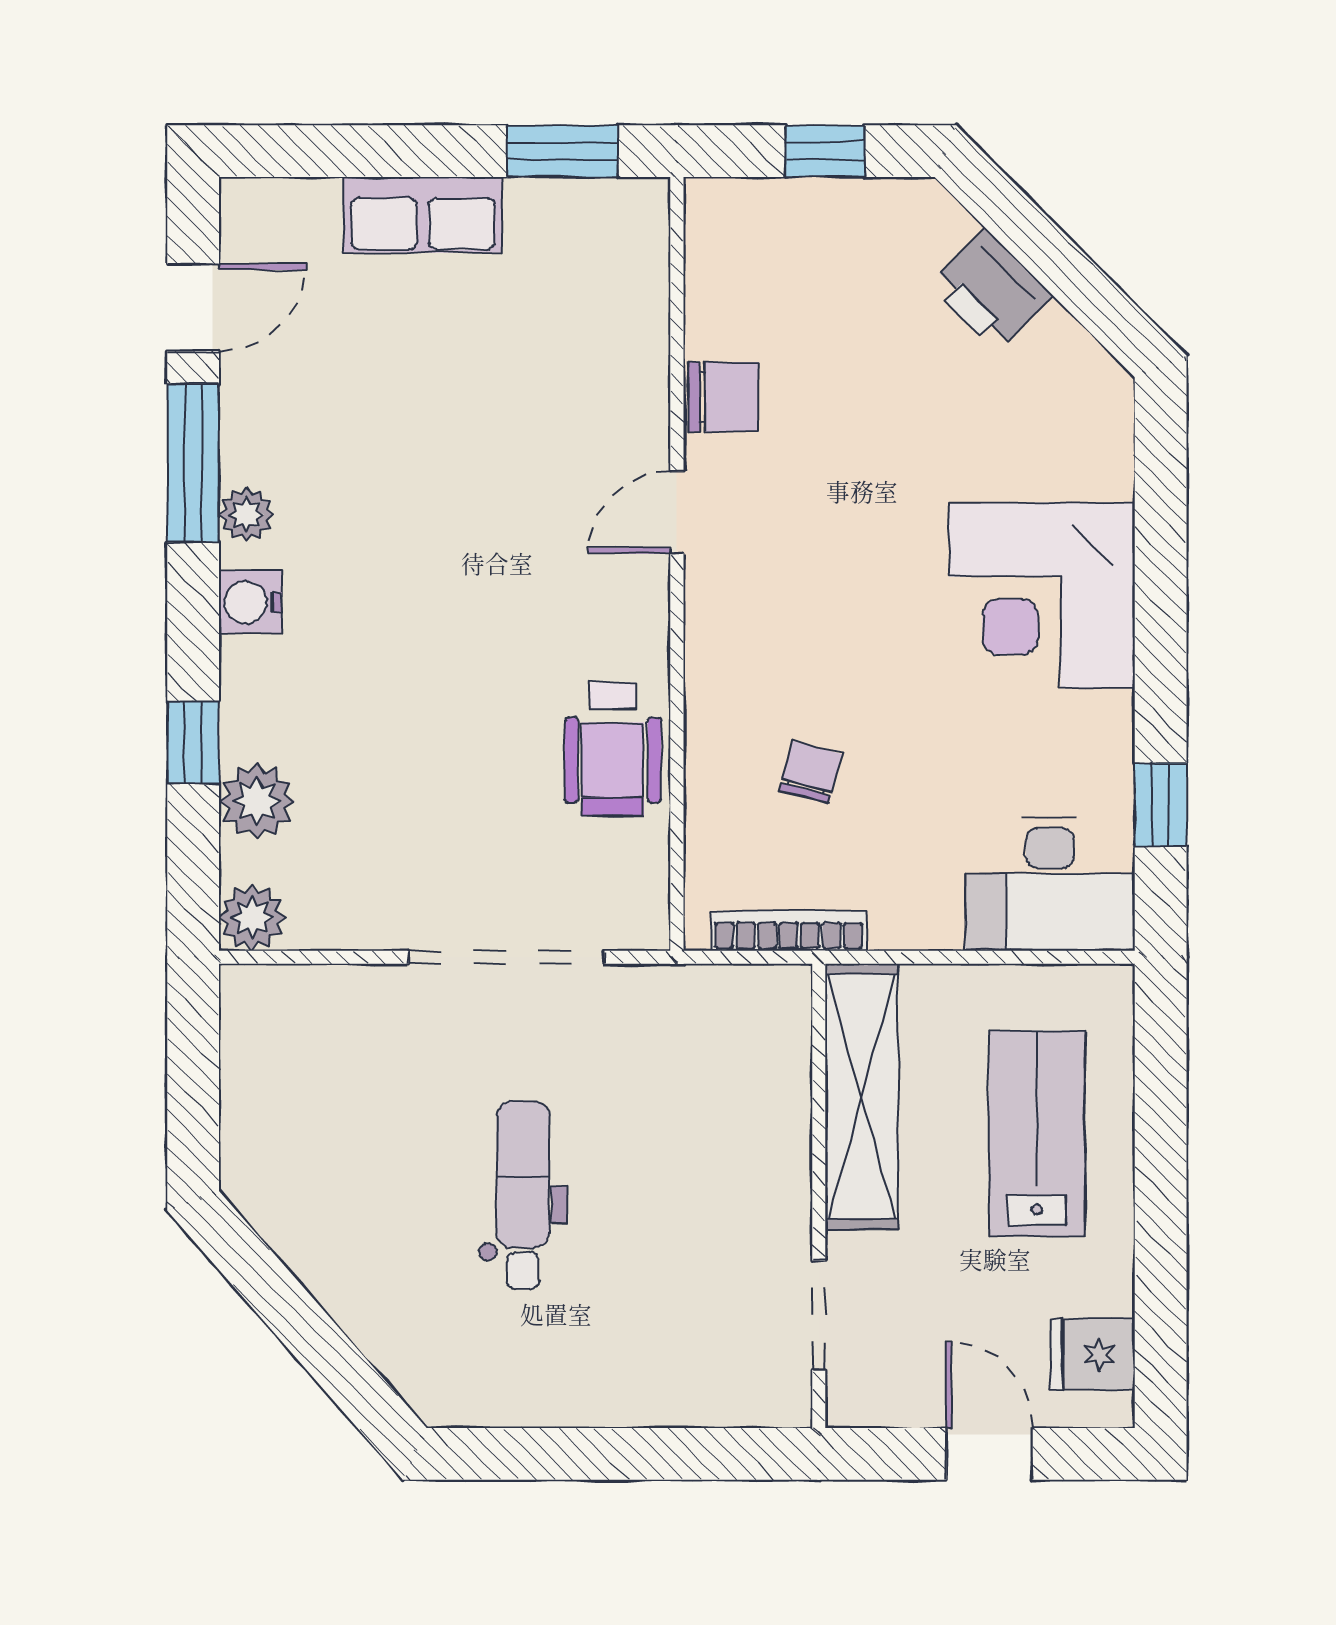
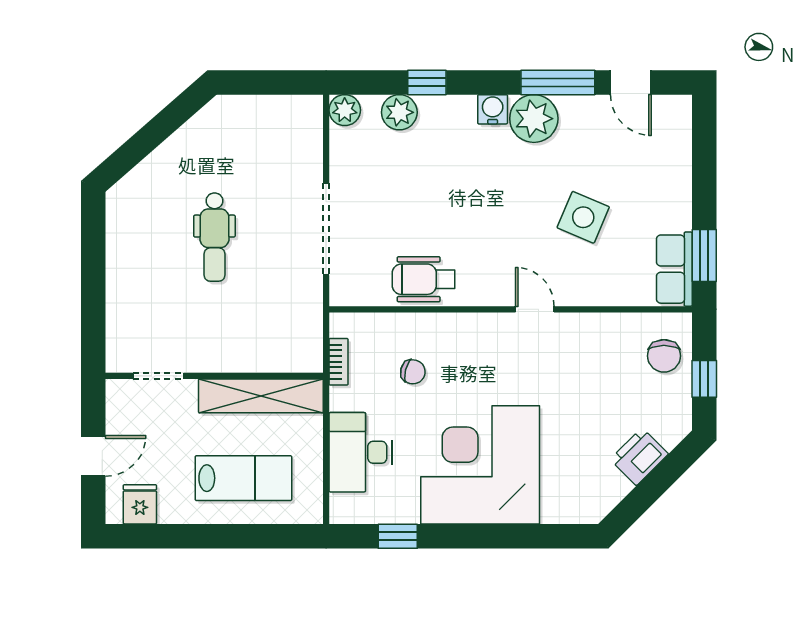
row of seats: (423, 215) -> (674, 269), moved
chair: (724, 397) -> (664, 356), moved
side table: (481, 409) -> (583, 217), added
plant: (246, 515) -> (534, 119), width x1.87, depth x1.87
corner desk: (1042, 595) -> (480, 465), width x1.36, depth x1.36
desk: (1050, 884) -> (360, 452), moved
bookcase: (789, 931) -> (339, 362), width x0.64
dental chair: (523, 1195) -> (214, 237), turned 90

